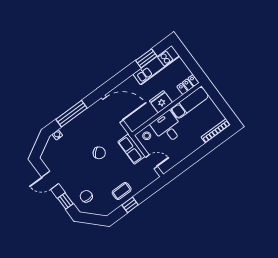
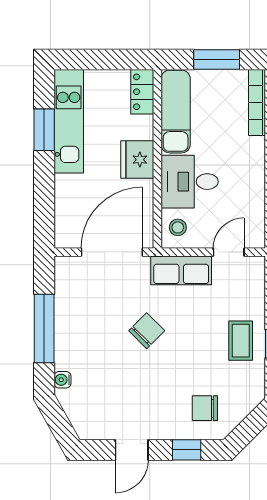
window: (221, 104) -> (217, 59), added
door: (113, 110) -> (112, 252), moved

